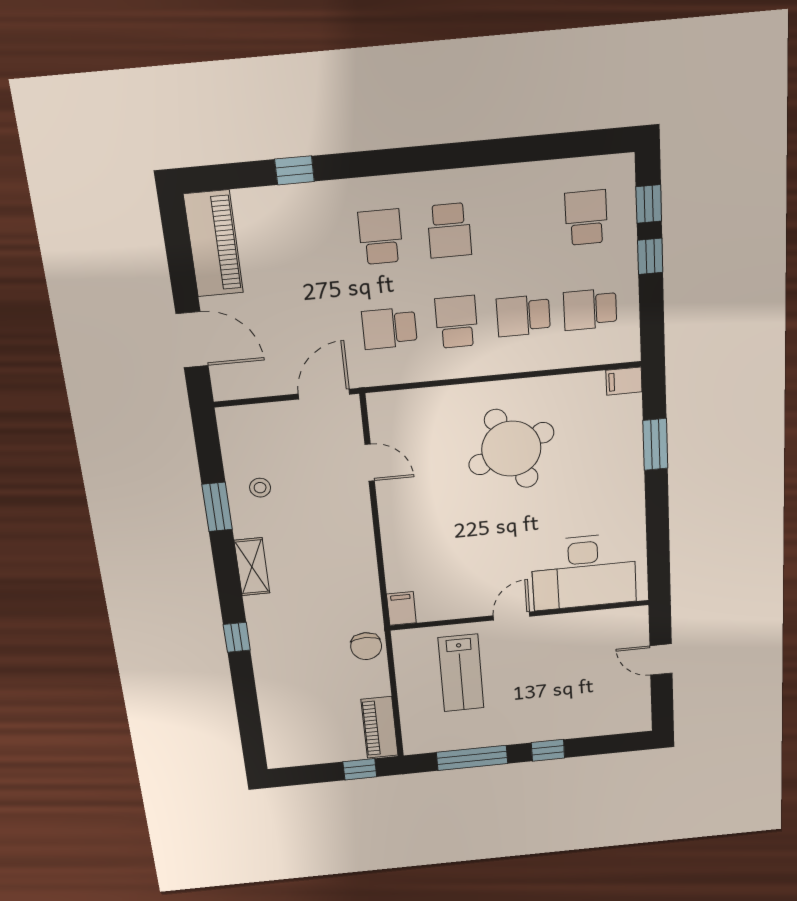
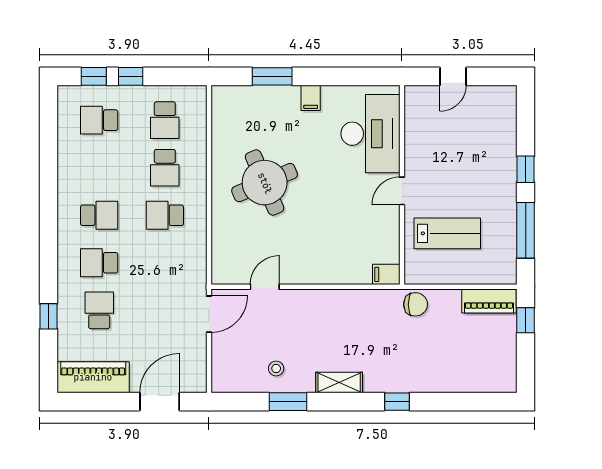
school desk: (390, 328) -> (99, 310), moved, turned 180
filing cabinet: (624, 381) -> (311, 98), moved
door: (324, 394) -> (209, 314), swing flipped
door: (512, 616) -> (402, 191), hinge flipped

